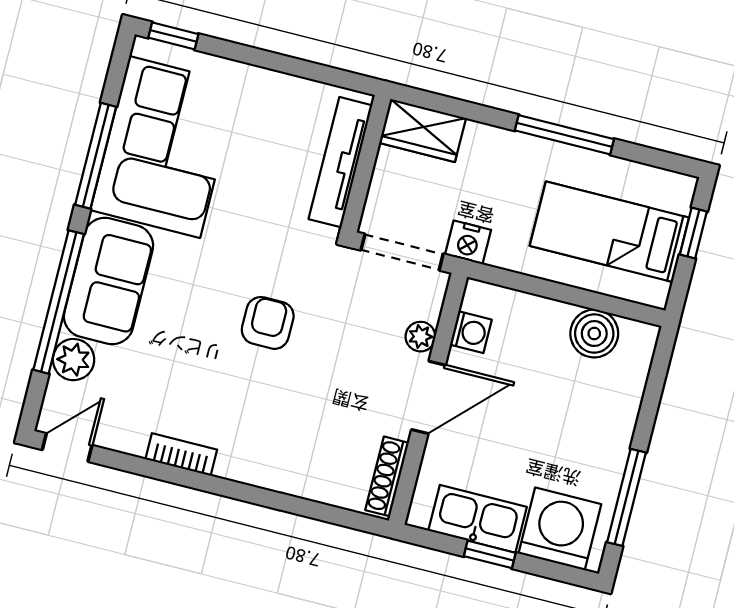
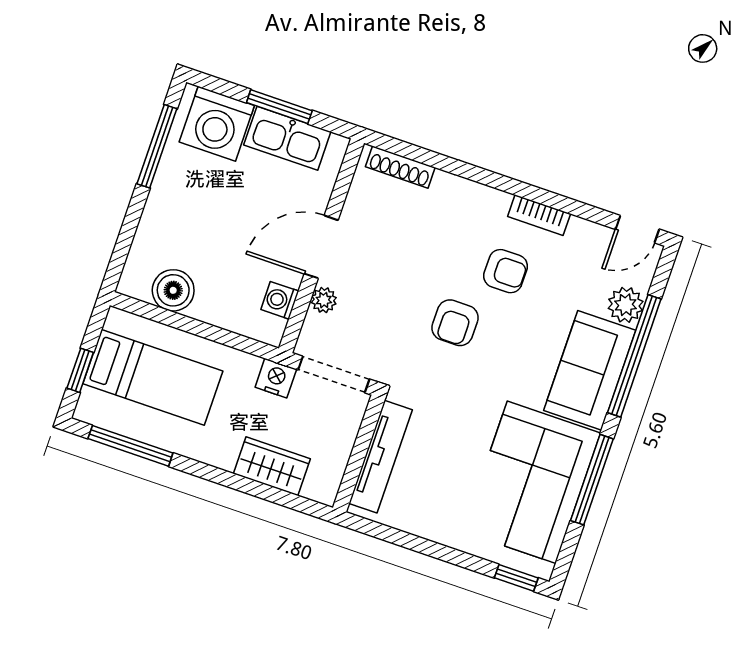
wardrobe: (423, 130) -> (272, 466), moved
window: (564, 135) -> (130, 446), moved
armchair: (215, 387) -> (506, 271), added
shoe rack: (387, 476) -> (400, 167), moved, turned 90
window: (490, 554) -> (279, 107), width x1.50

